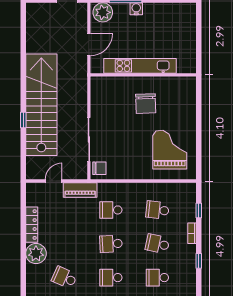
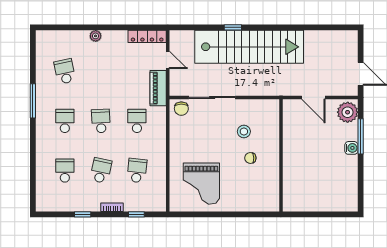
kitchen unit: (140, 66) -> (291, 152), removed
chair: (146, 104) -> (250, 158), width x0.54, depth x0.54
stool: (121, 110) -> (244, 131), added
grand piano: (170, 150) -> (201, 184), turned 90
locker: (32, 225) -> (147, 36), moved
plant: (36, 254) -> (96, 36), width x0.53, depth x0.53
school desk: (64, 278) -> (65, 71), turned -36

